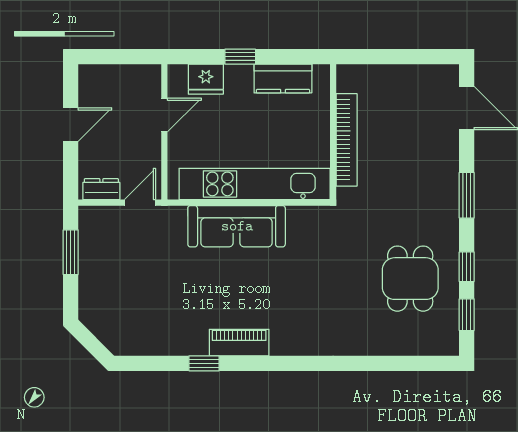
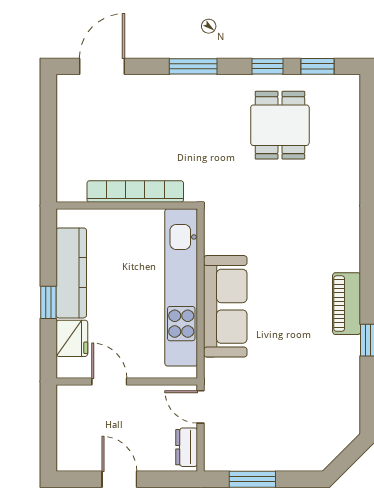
kitchen counter: (283, 78) -> (71, 273), width x1.50
dining table: (410, 279) -> (280, 125), turned 90

